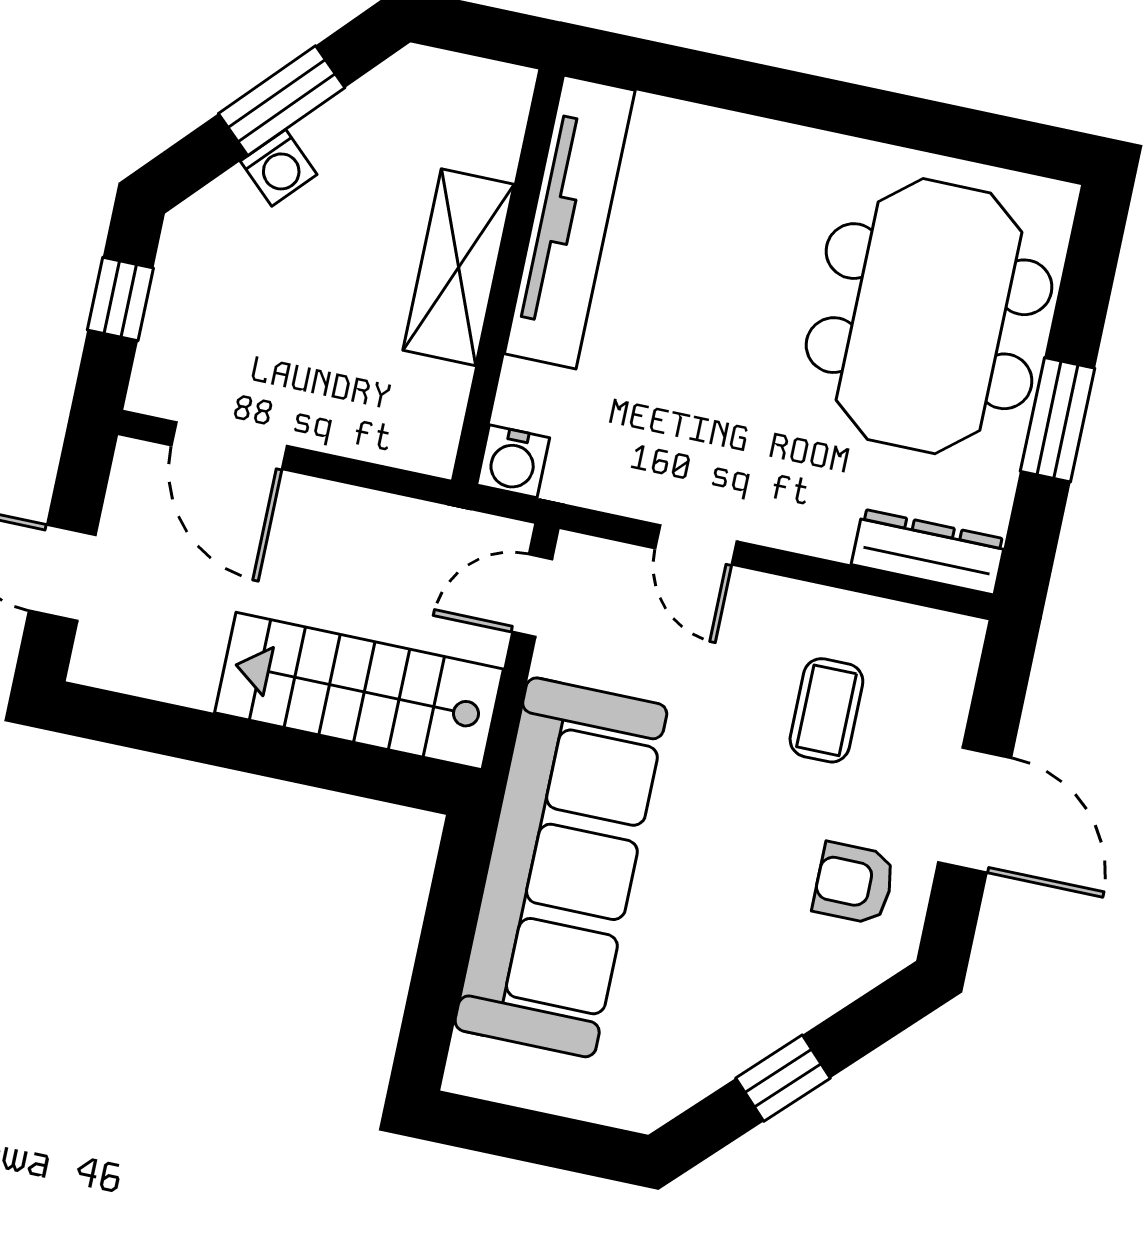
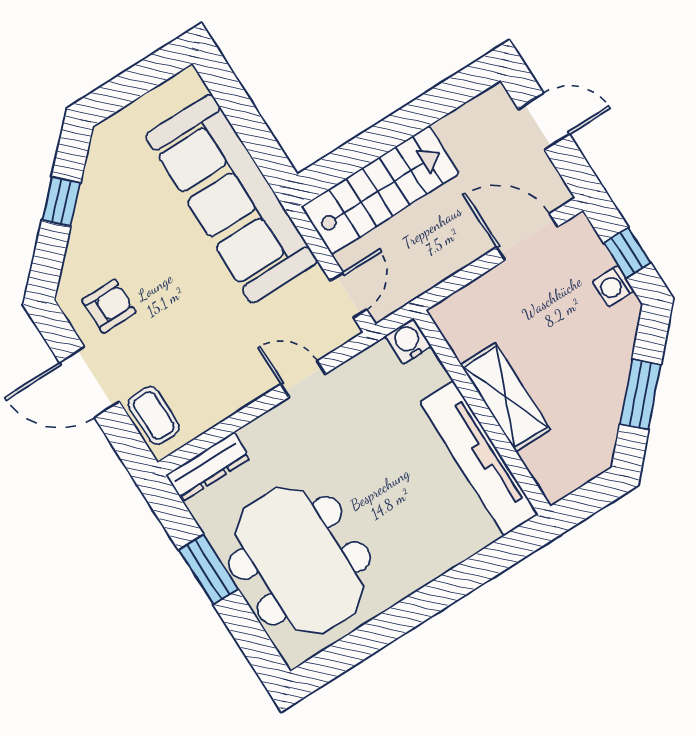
washing machine: (279, 168) -> (613, 286), moved, turned -43
coffee table: (826, 710) -> (154, 415), moved

